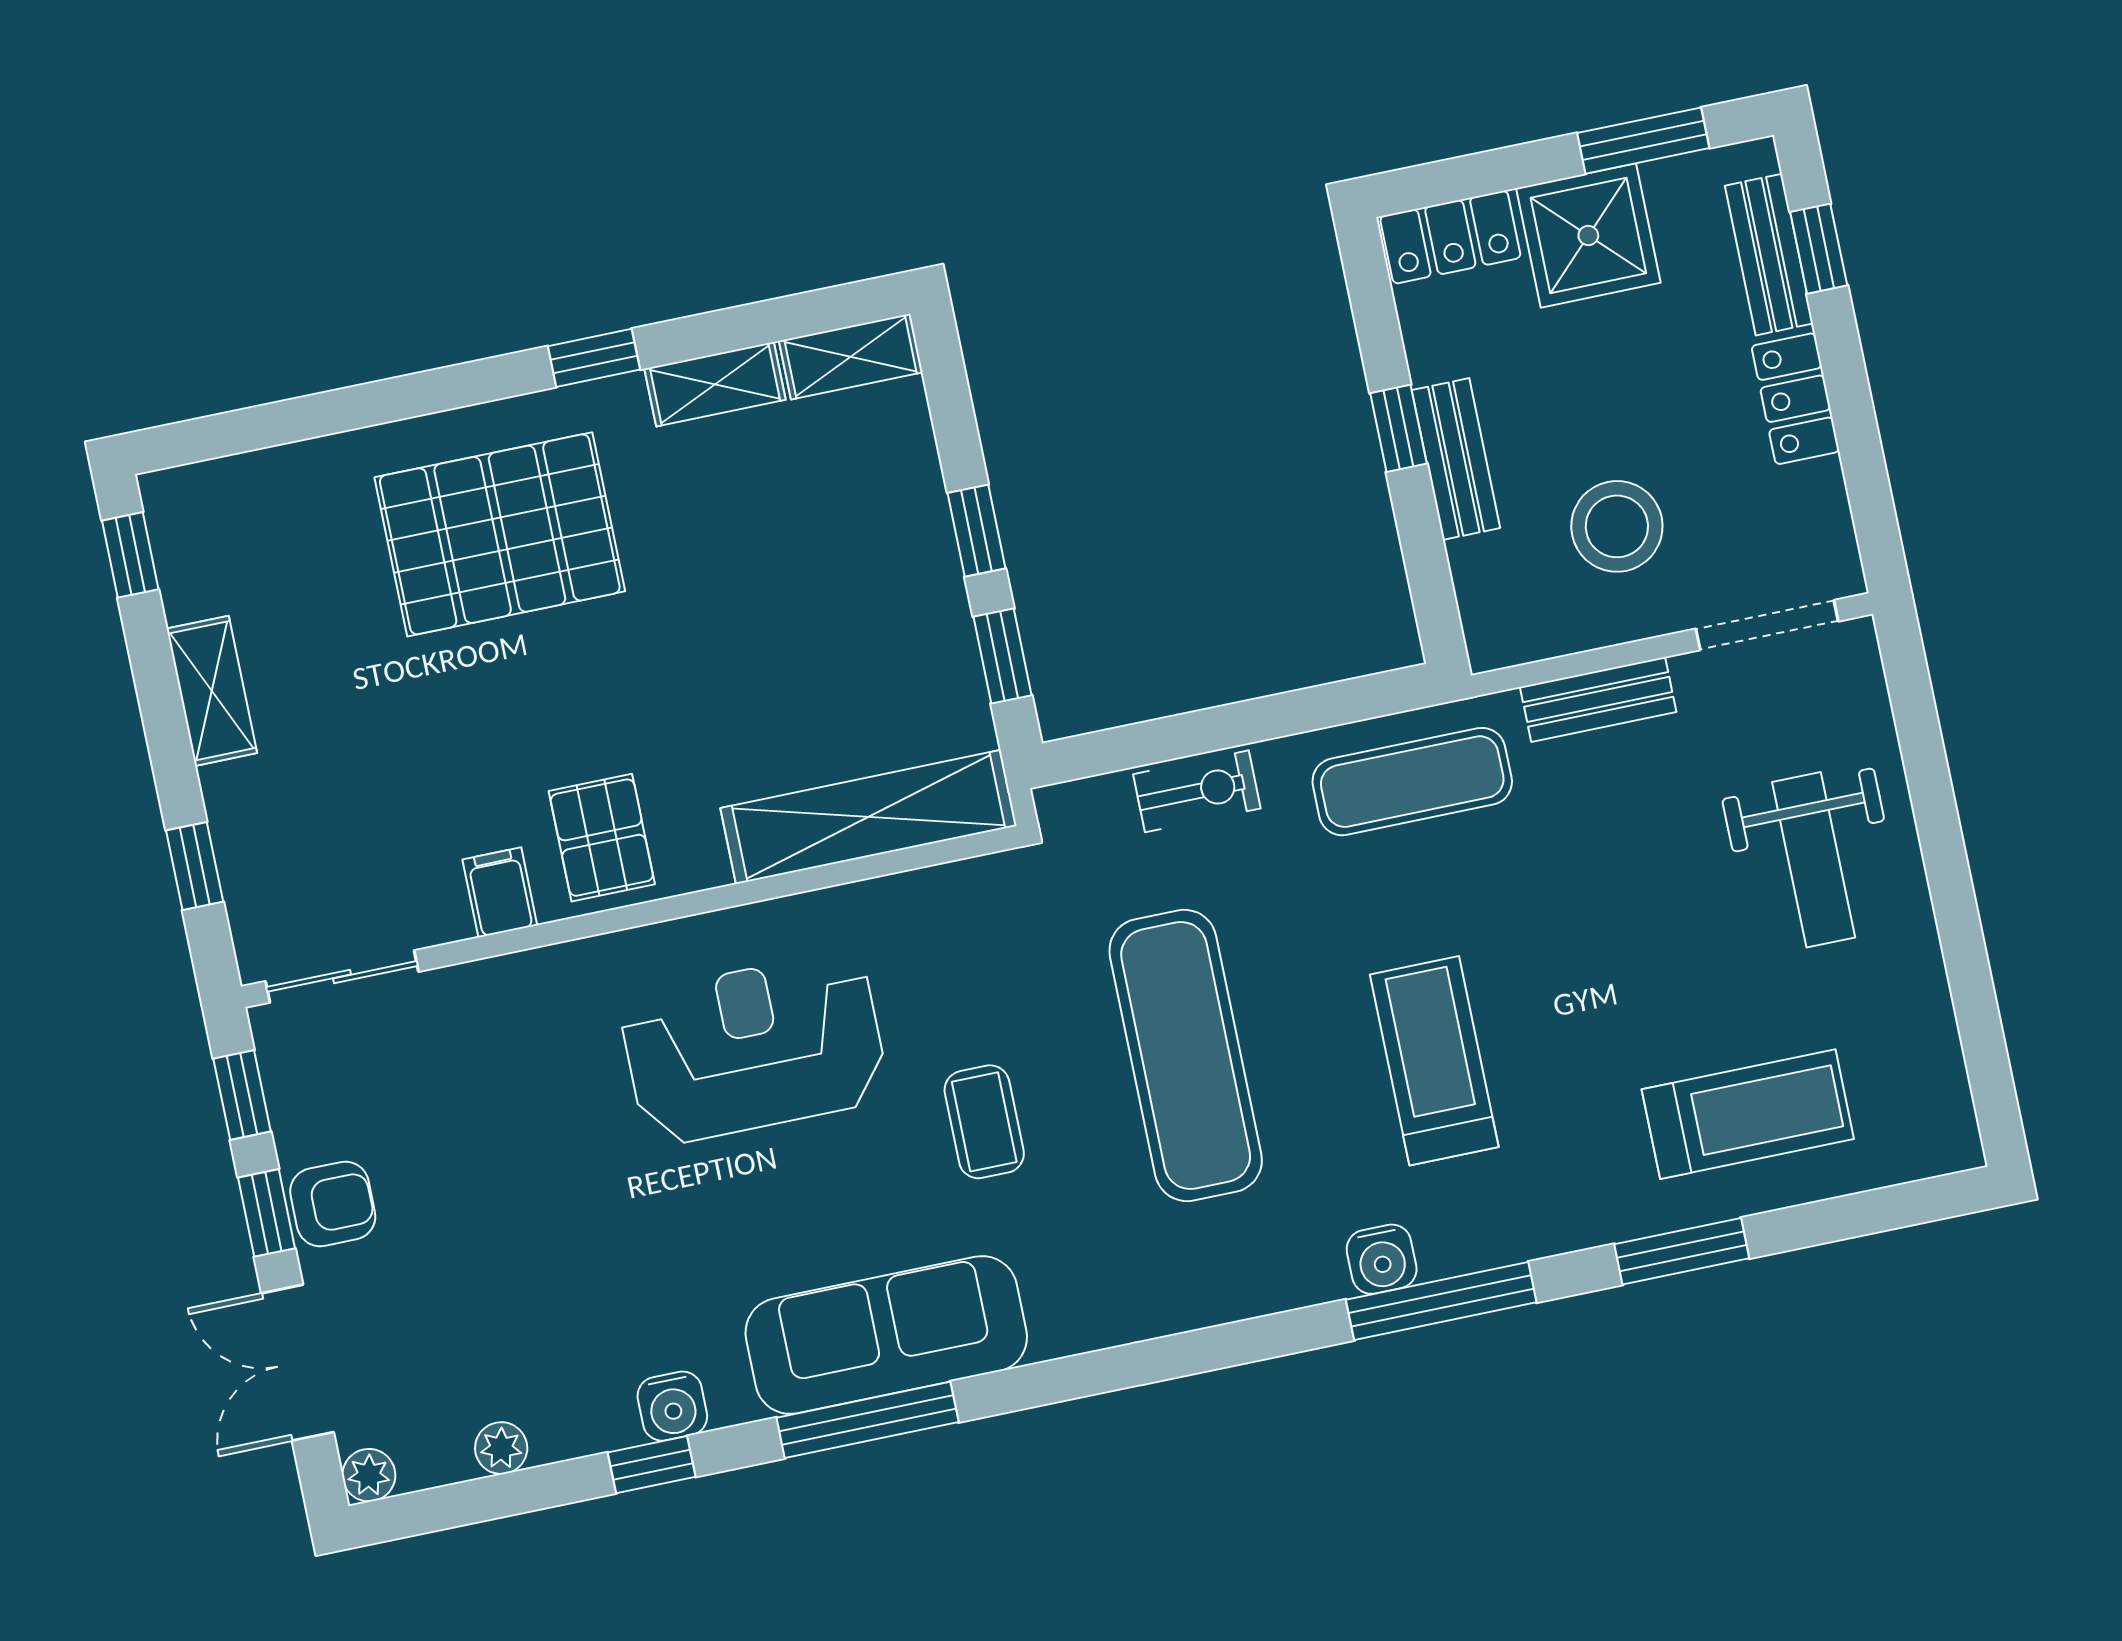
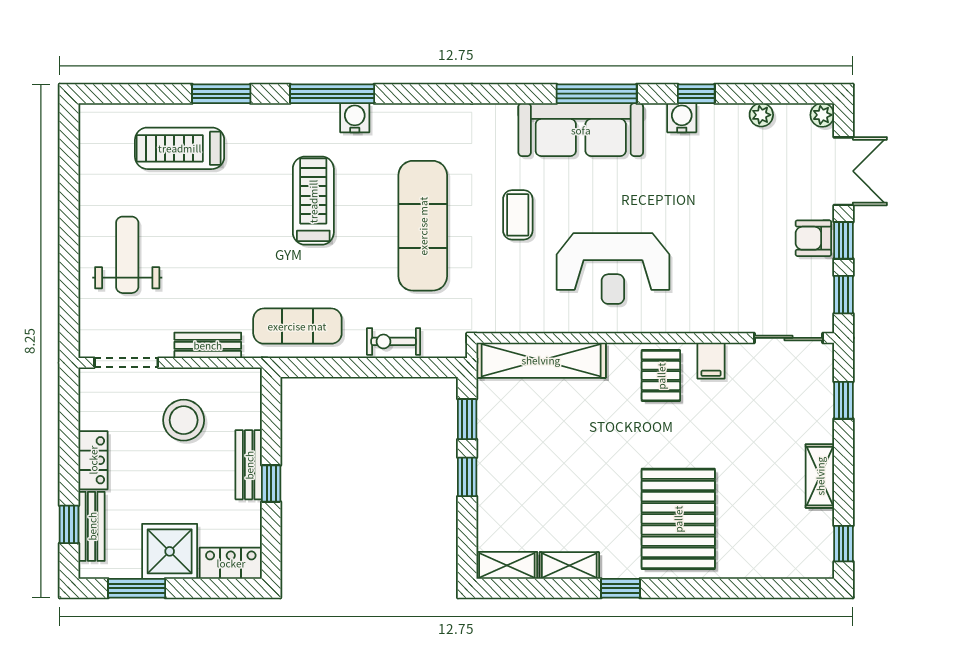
pallet: (500, 534) -> (678, 519), turned 90
treadmill: (1434, 1061) -> (313, 201), turned 180

